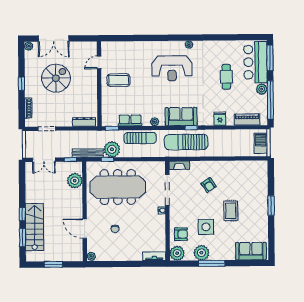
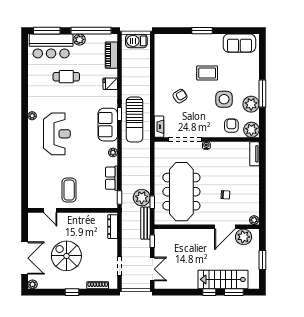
sun lounger: (140, 138) -> (130, 168), removed
plant: (75, 181) -> (244, 237), moved
sofa: (251, 251) -> (239, 43), moved, turned -90

